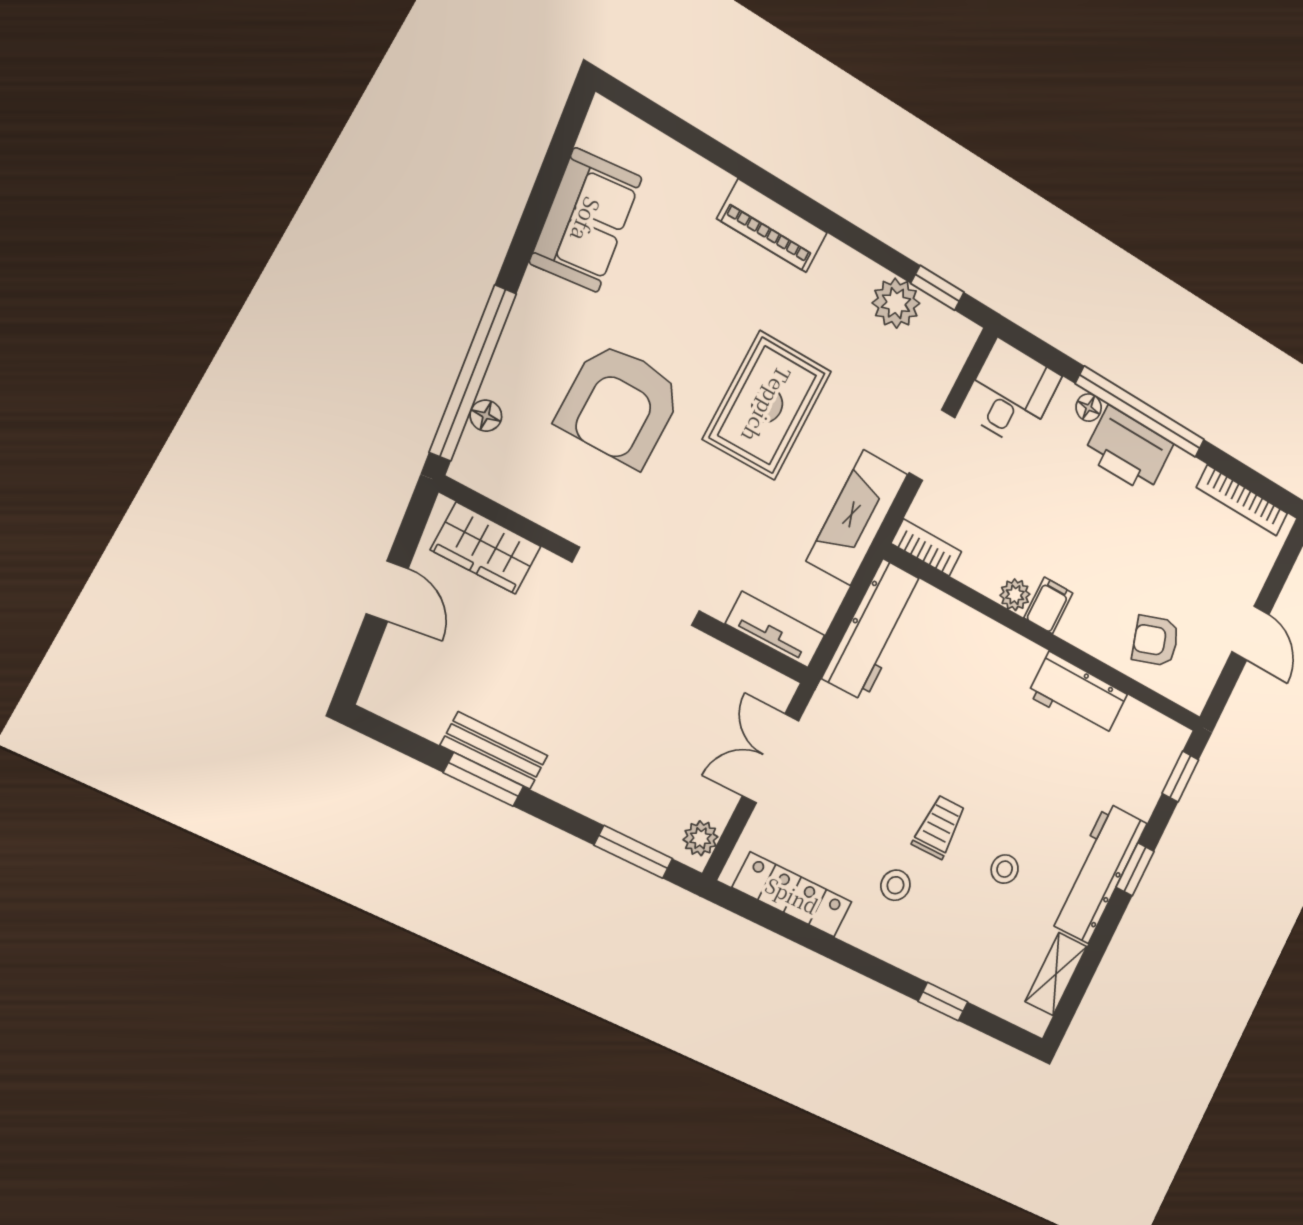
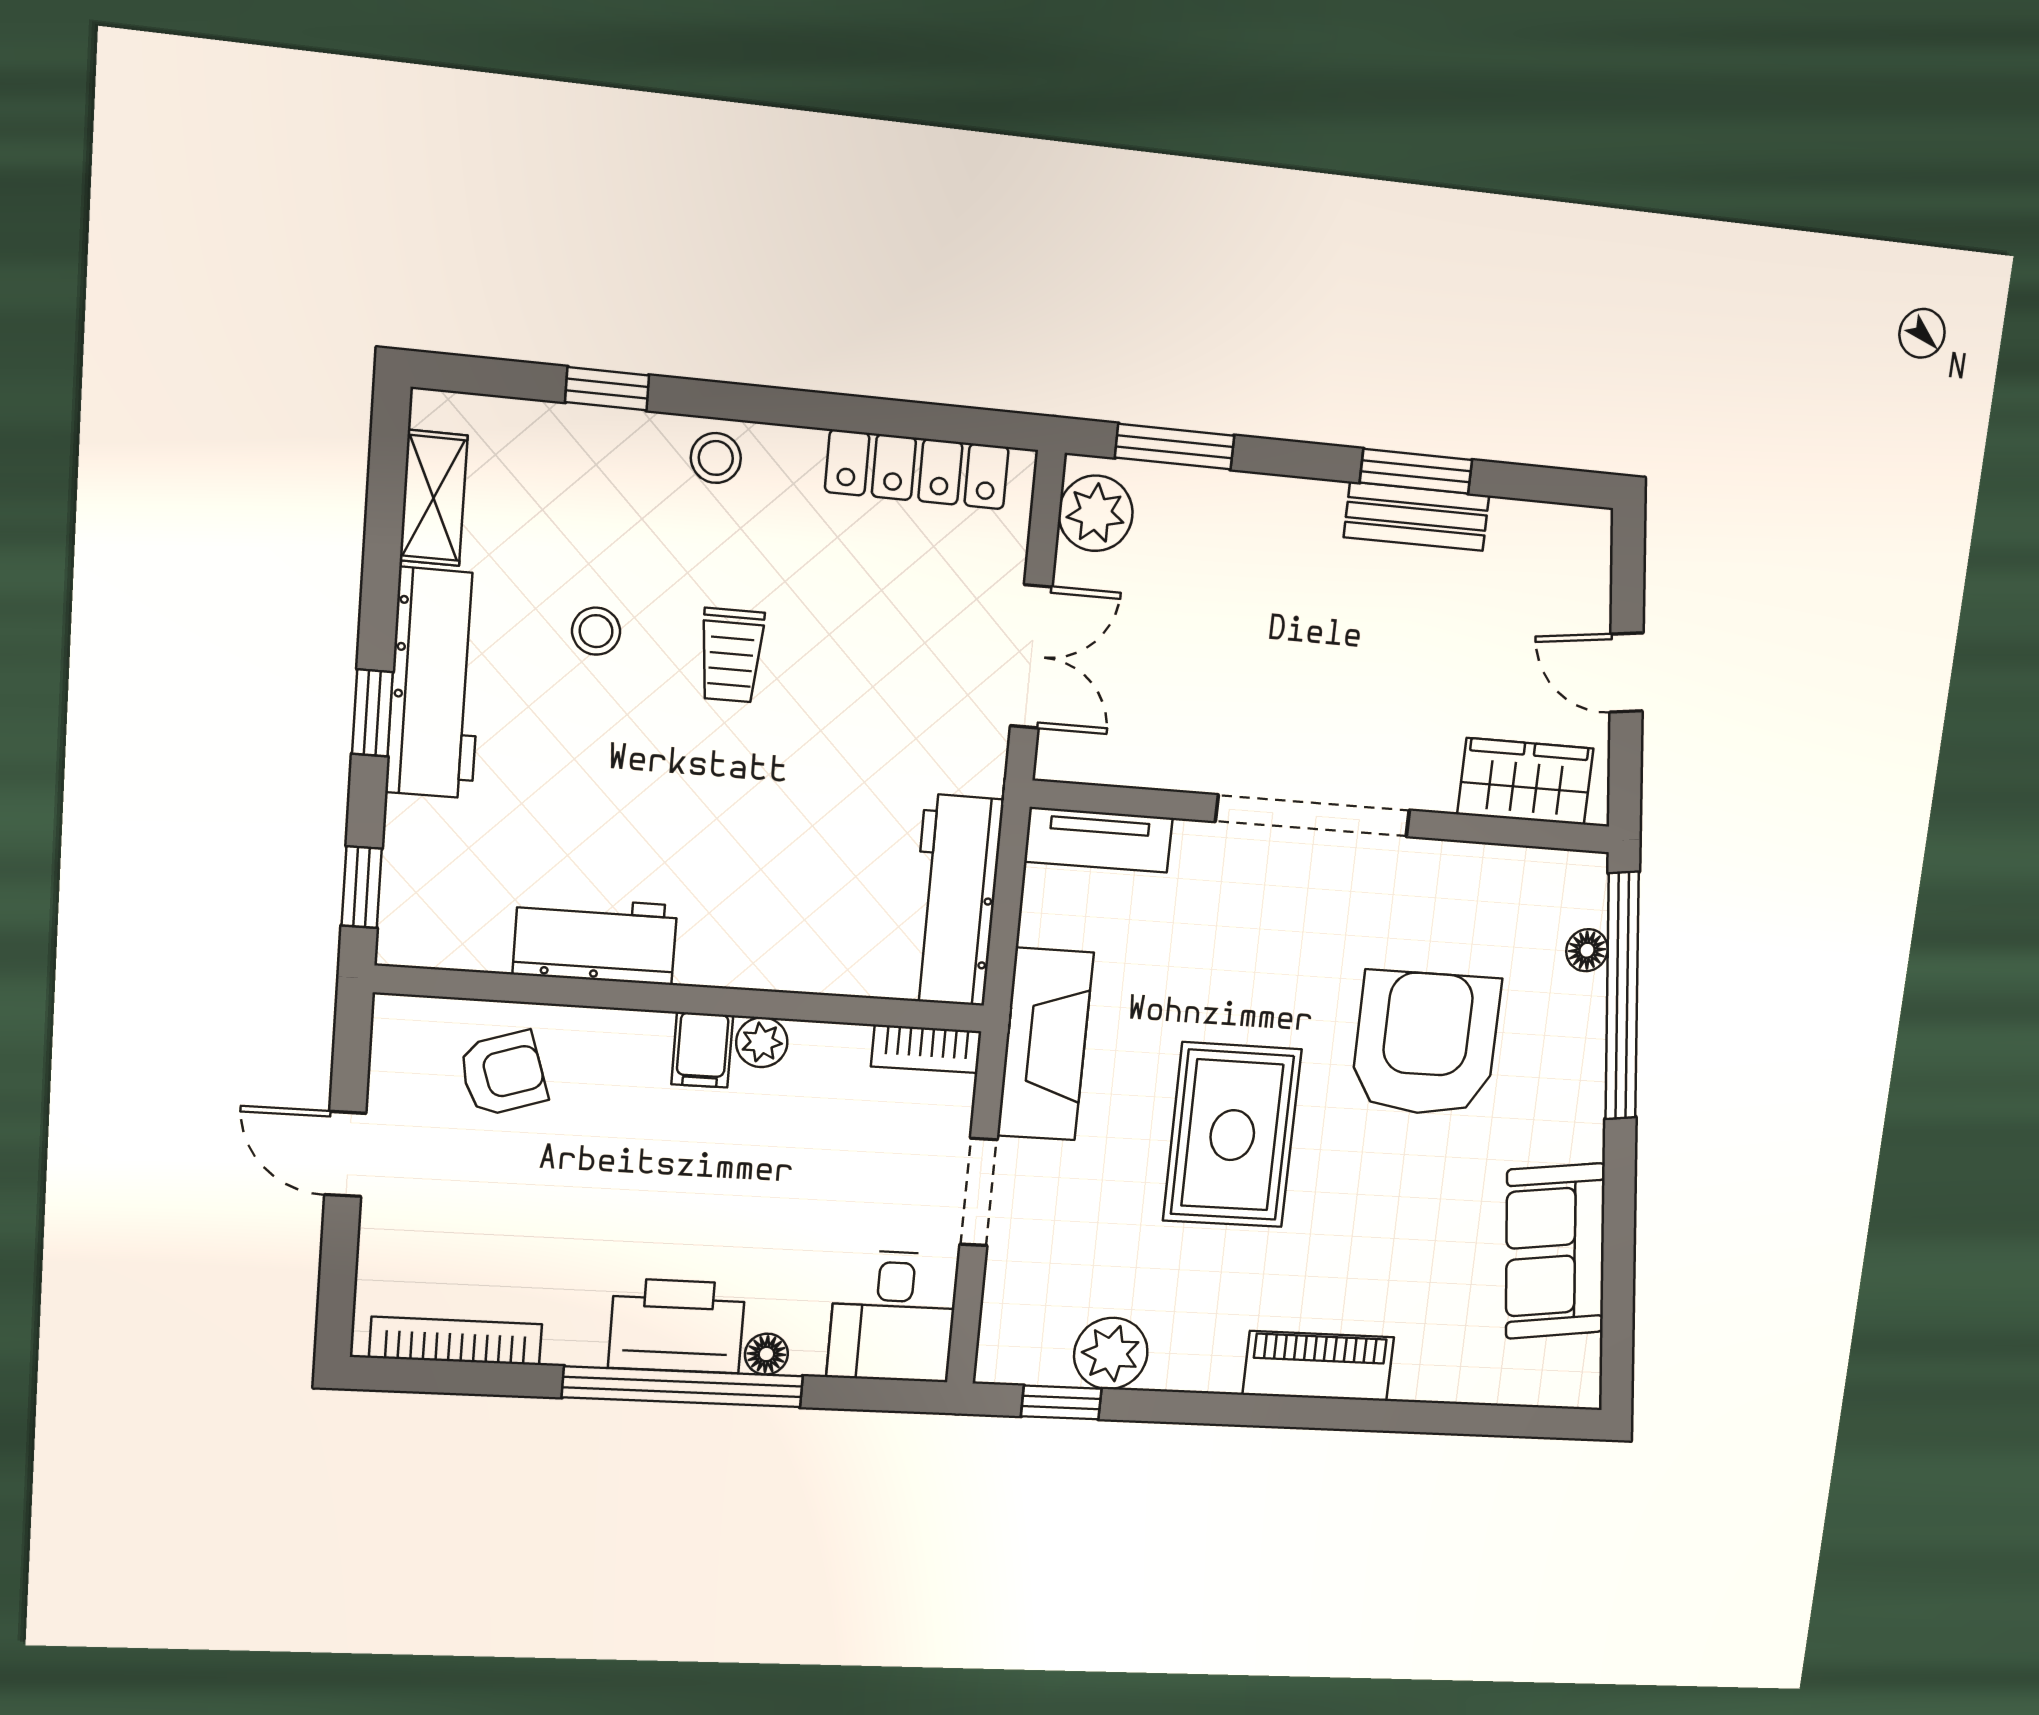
plant: (701, 838) -> (1096, 513), width x1.38, depth x1.38
stool: (895, 885) -> (716, 458), moved

